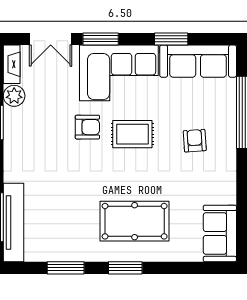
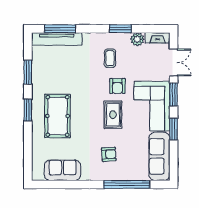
double door: (51, 39) -> (174, 62), swing flipped
window: (171, 39) -> (174, 129), moved
coffee table: (44, 139) -> (110, 58), added
sofa: (220, 233) -> (62, 170), moved

